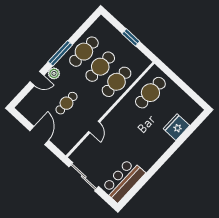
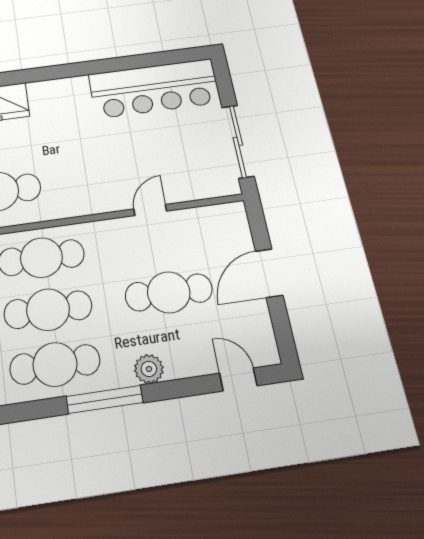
door: (37, 79) -> (238, 379), moved
cafe table: (66, 103) -> (169, 292), width x1.37, depth x1.35
bar counter: (123, 180) -> (154, 88), width x1.36

